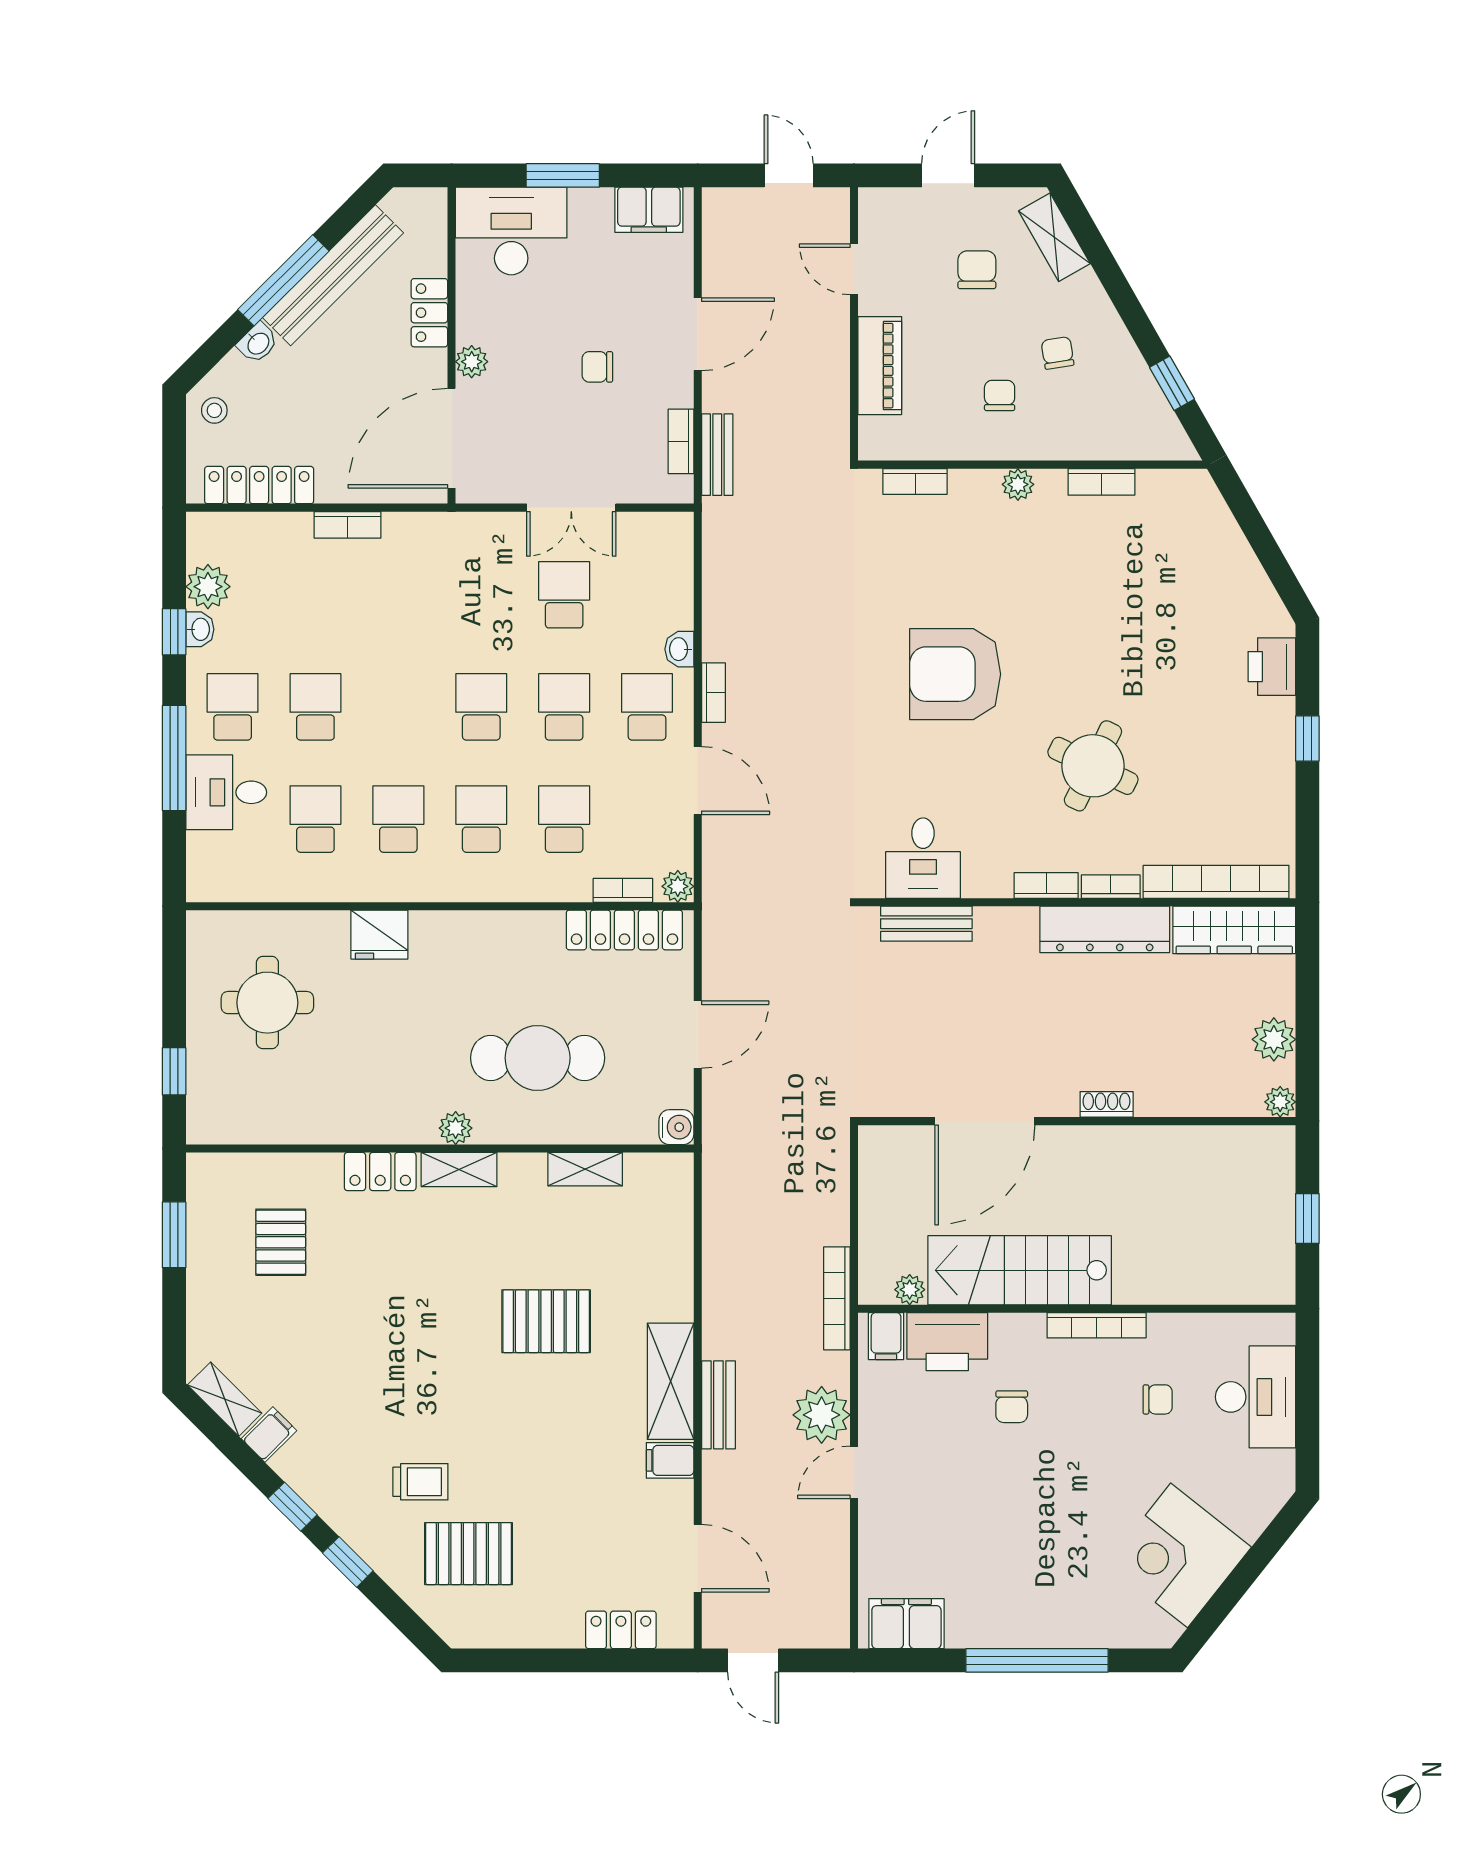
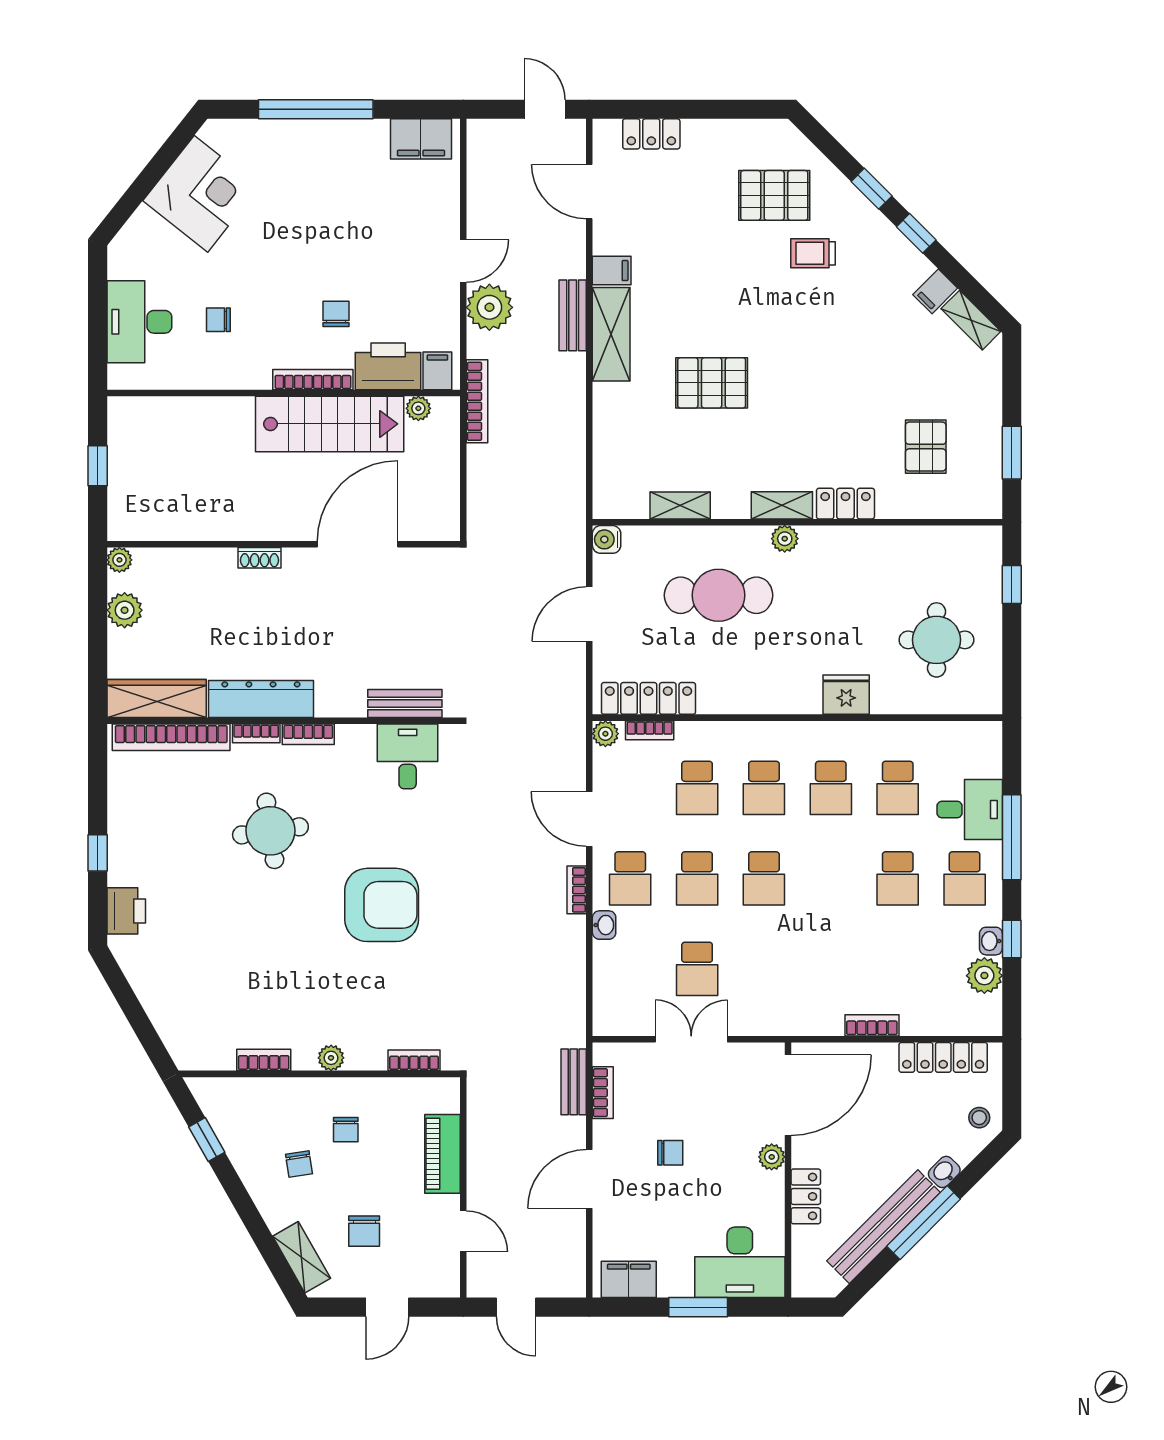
round table: (1093, 766) -> (270, 831), turned -34
bookcase: (1097, 1325) -> (313, 380), moved

